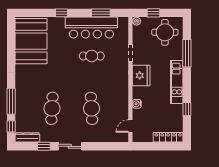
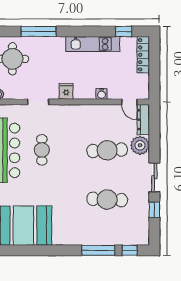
fridge: (141, 75) -> (66, 91), width x0.53, depth x0.75
kitchen unit: (177, 82) -> (93, 44), moved
window: (187, 109) -> (124, 31), moved
plant: (95, 135) -> (140, 145), added
dresser: (27, 137) -> (143, 120), moved

